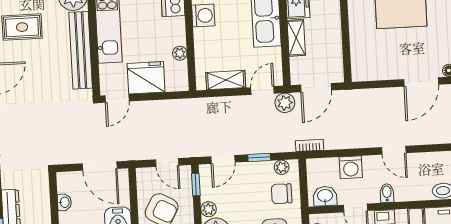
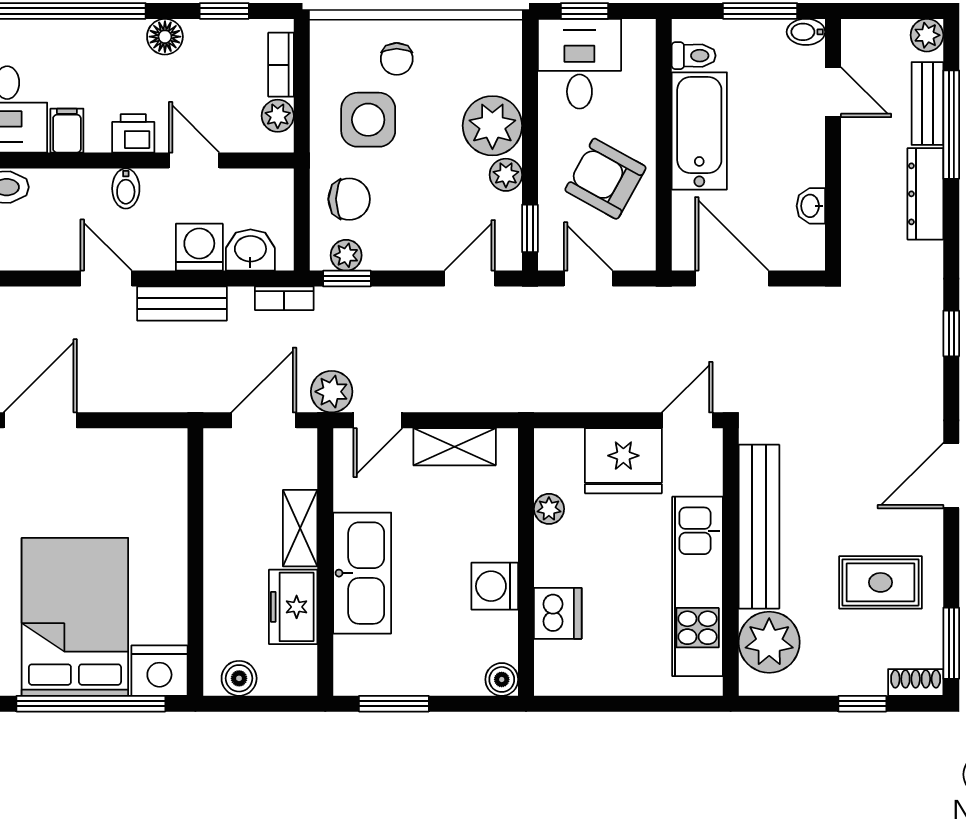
bench: (357, 140) -> (182, 304), added
window: (259, 157) -> (347, 279), moved
washbasin: (325, 196) -> (250, 250), moved, turned 180

